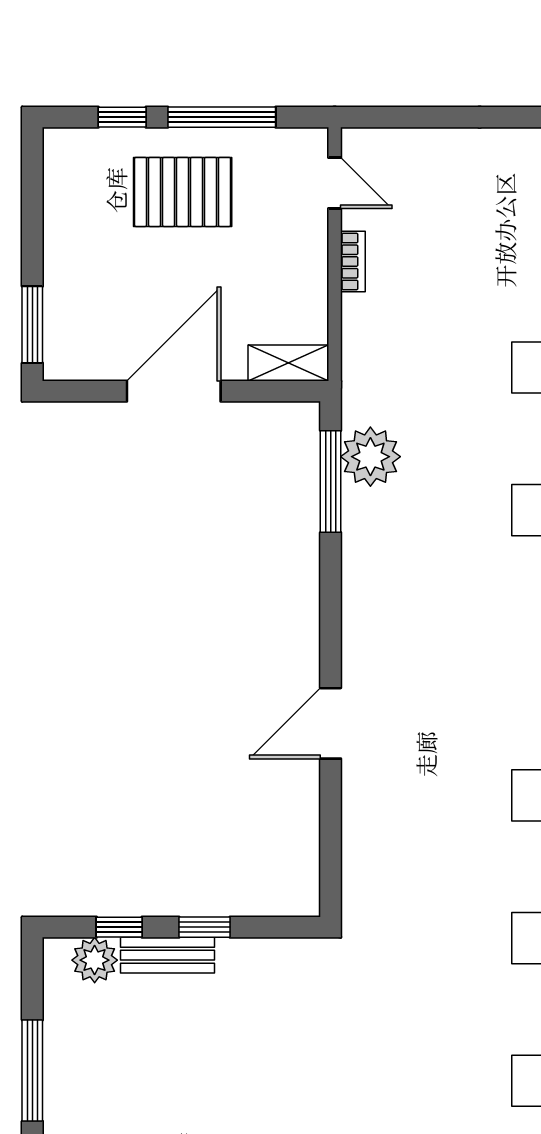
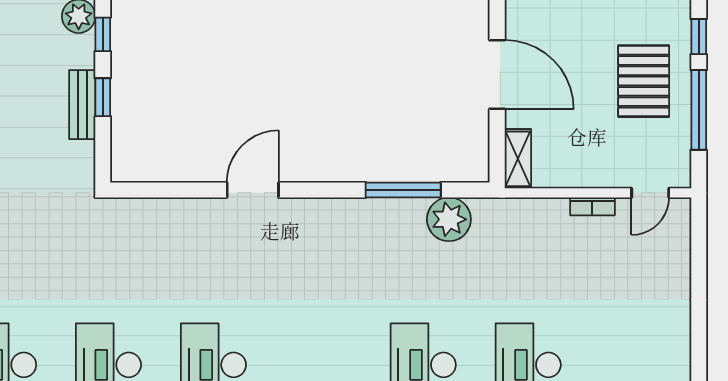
window: (331, 482) -> (403, 190), moved
door: (331, 723) -> (253, 190), hinge flipped
bench: (167, 955) -> (82, 105), moved

